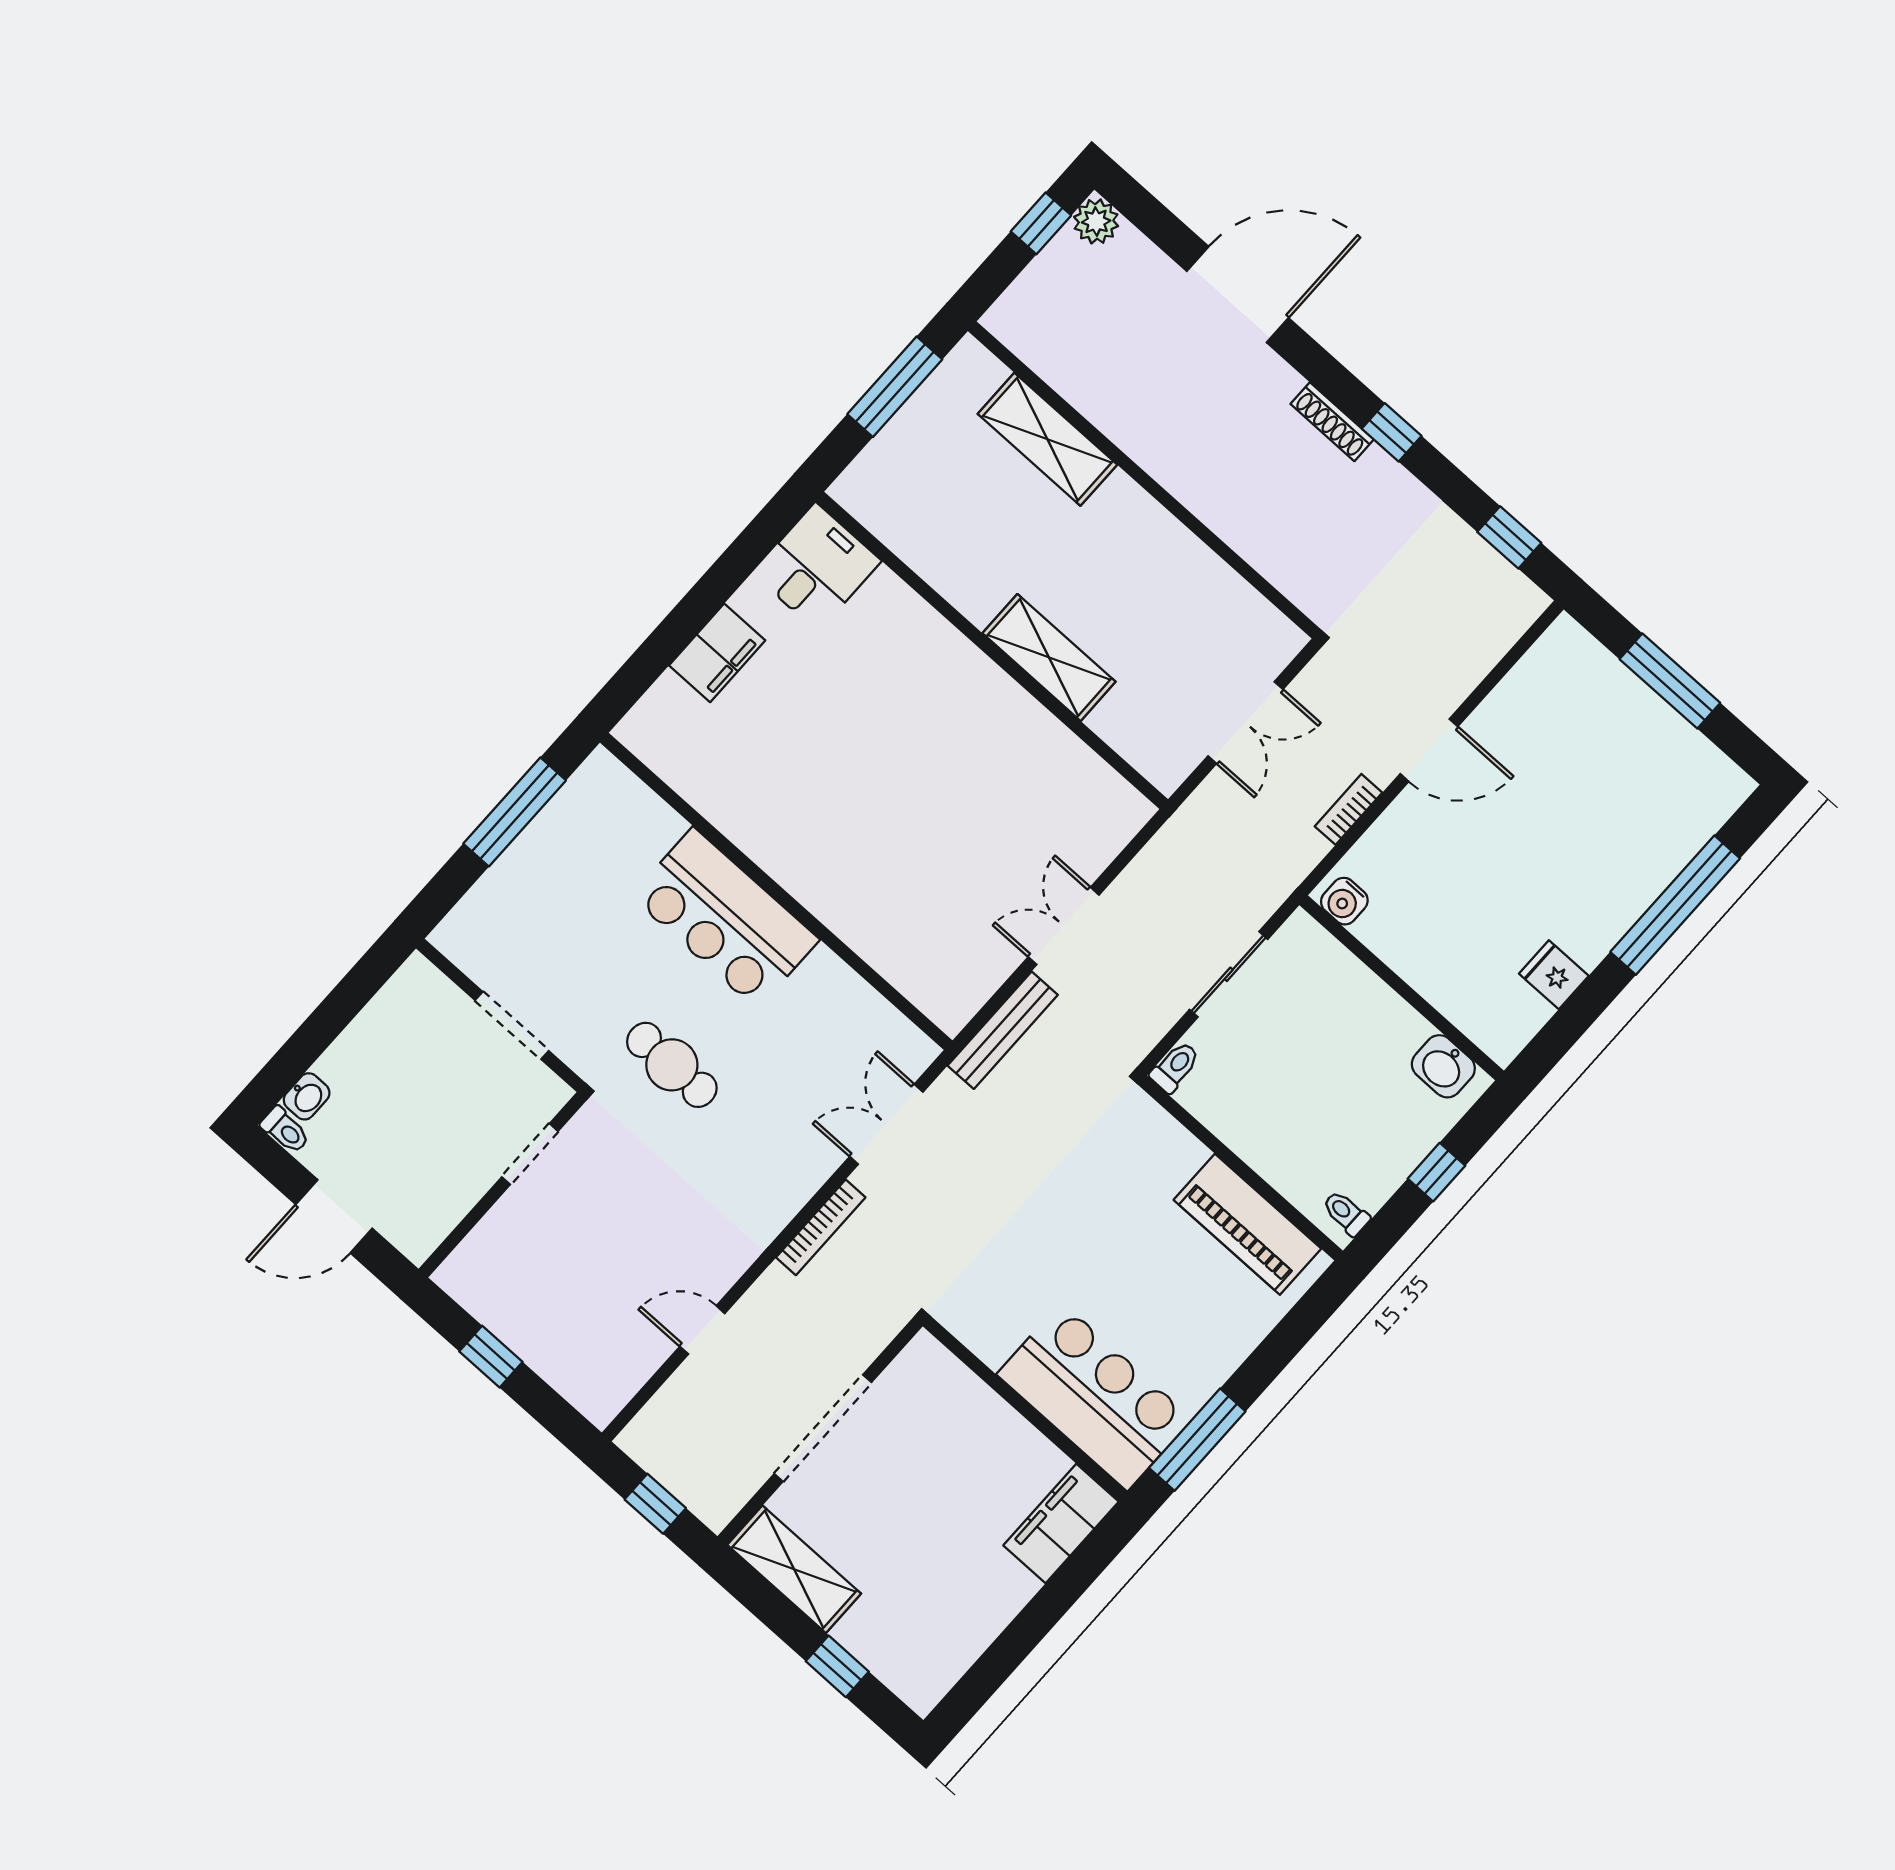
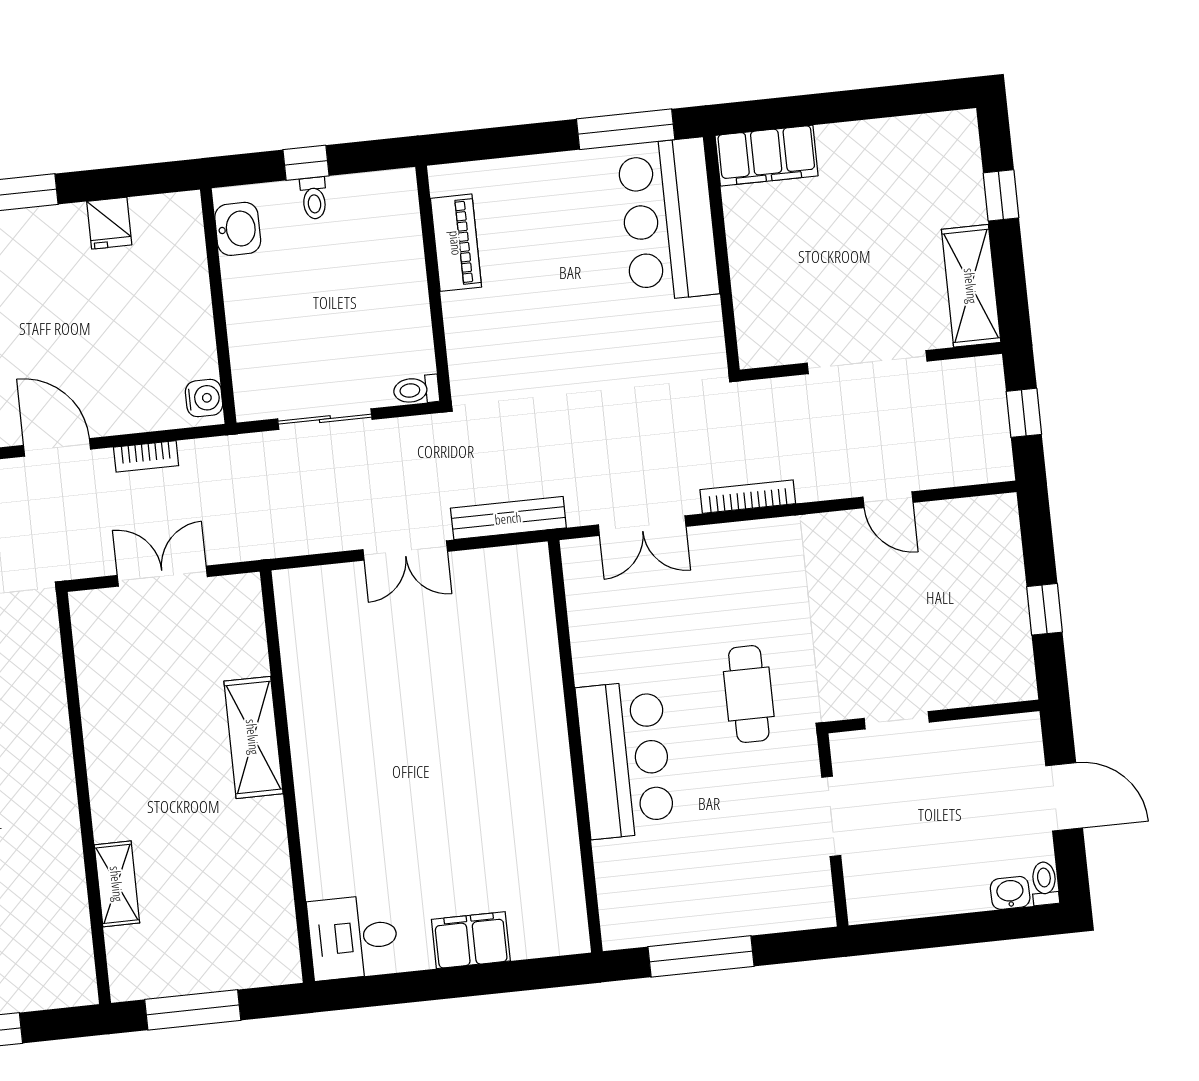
shelving: (1047, 439) -> (117, 884), width x0.67, depth x0.75
toilet: (1346, 1213) -> (314, 198), moved
piano: (1247, 1224) -> (456, 243), width x0.73, depth x0.75

